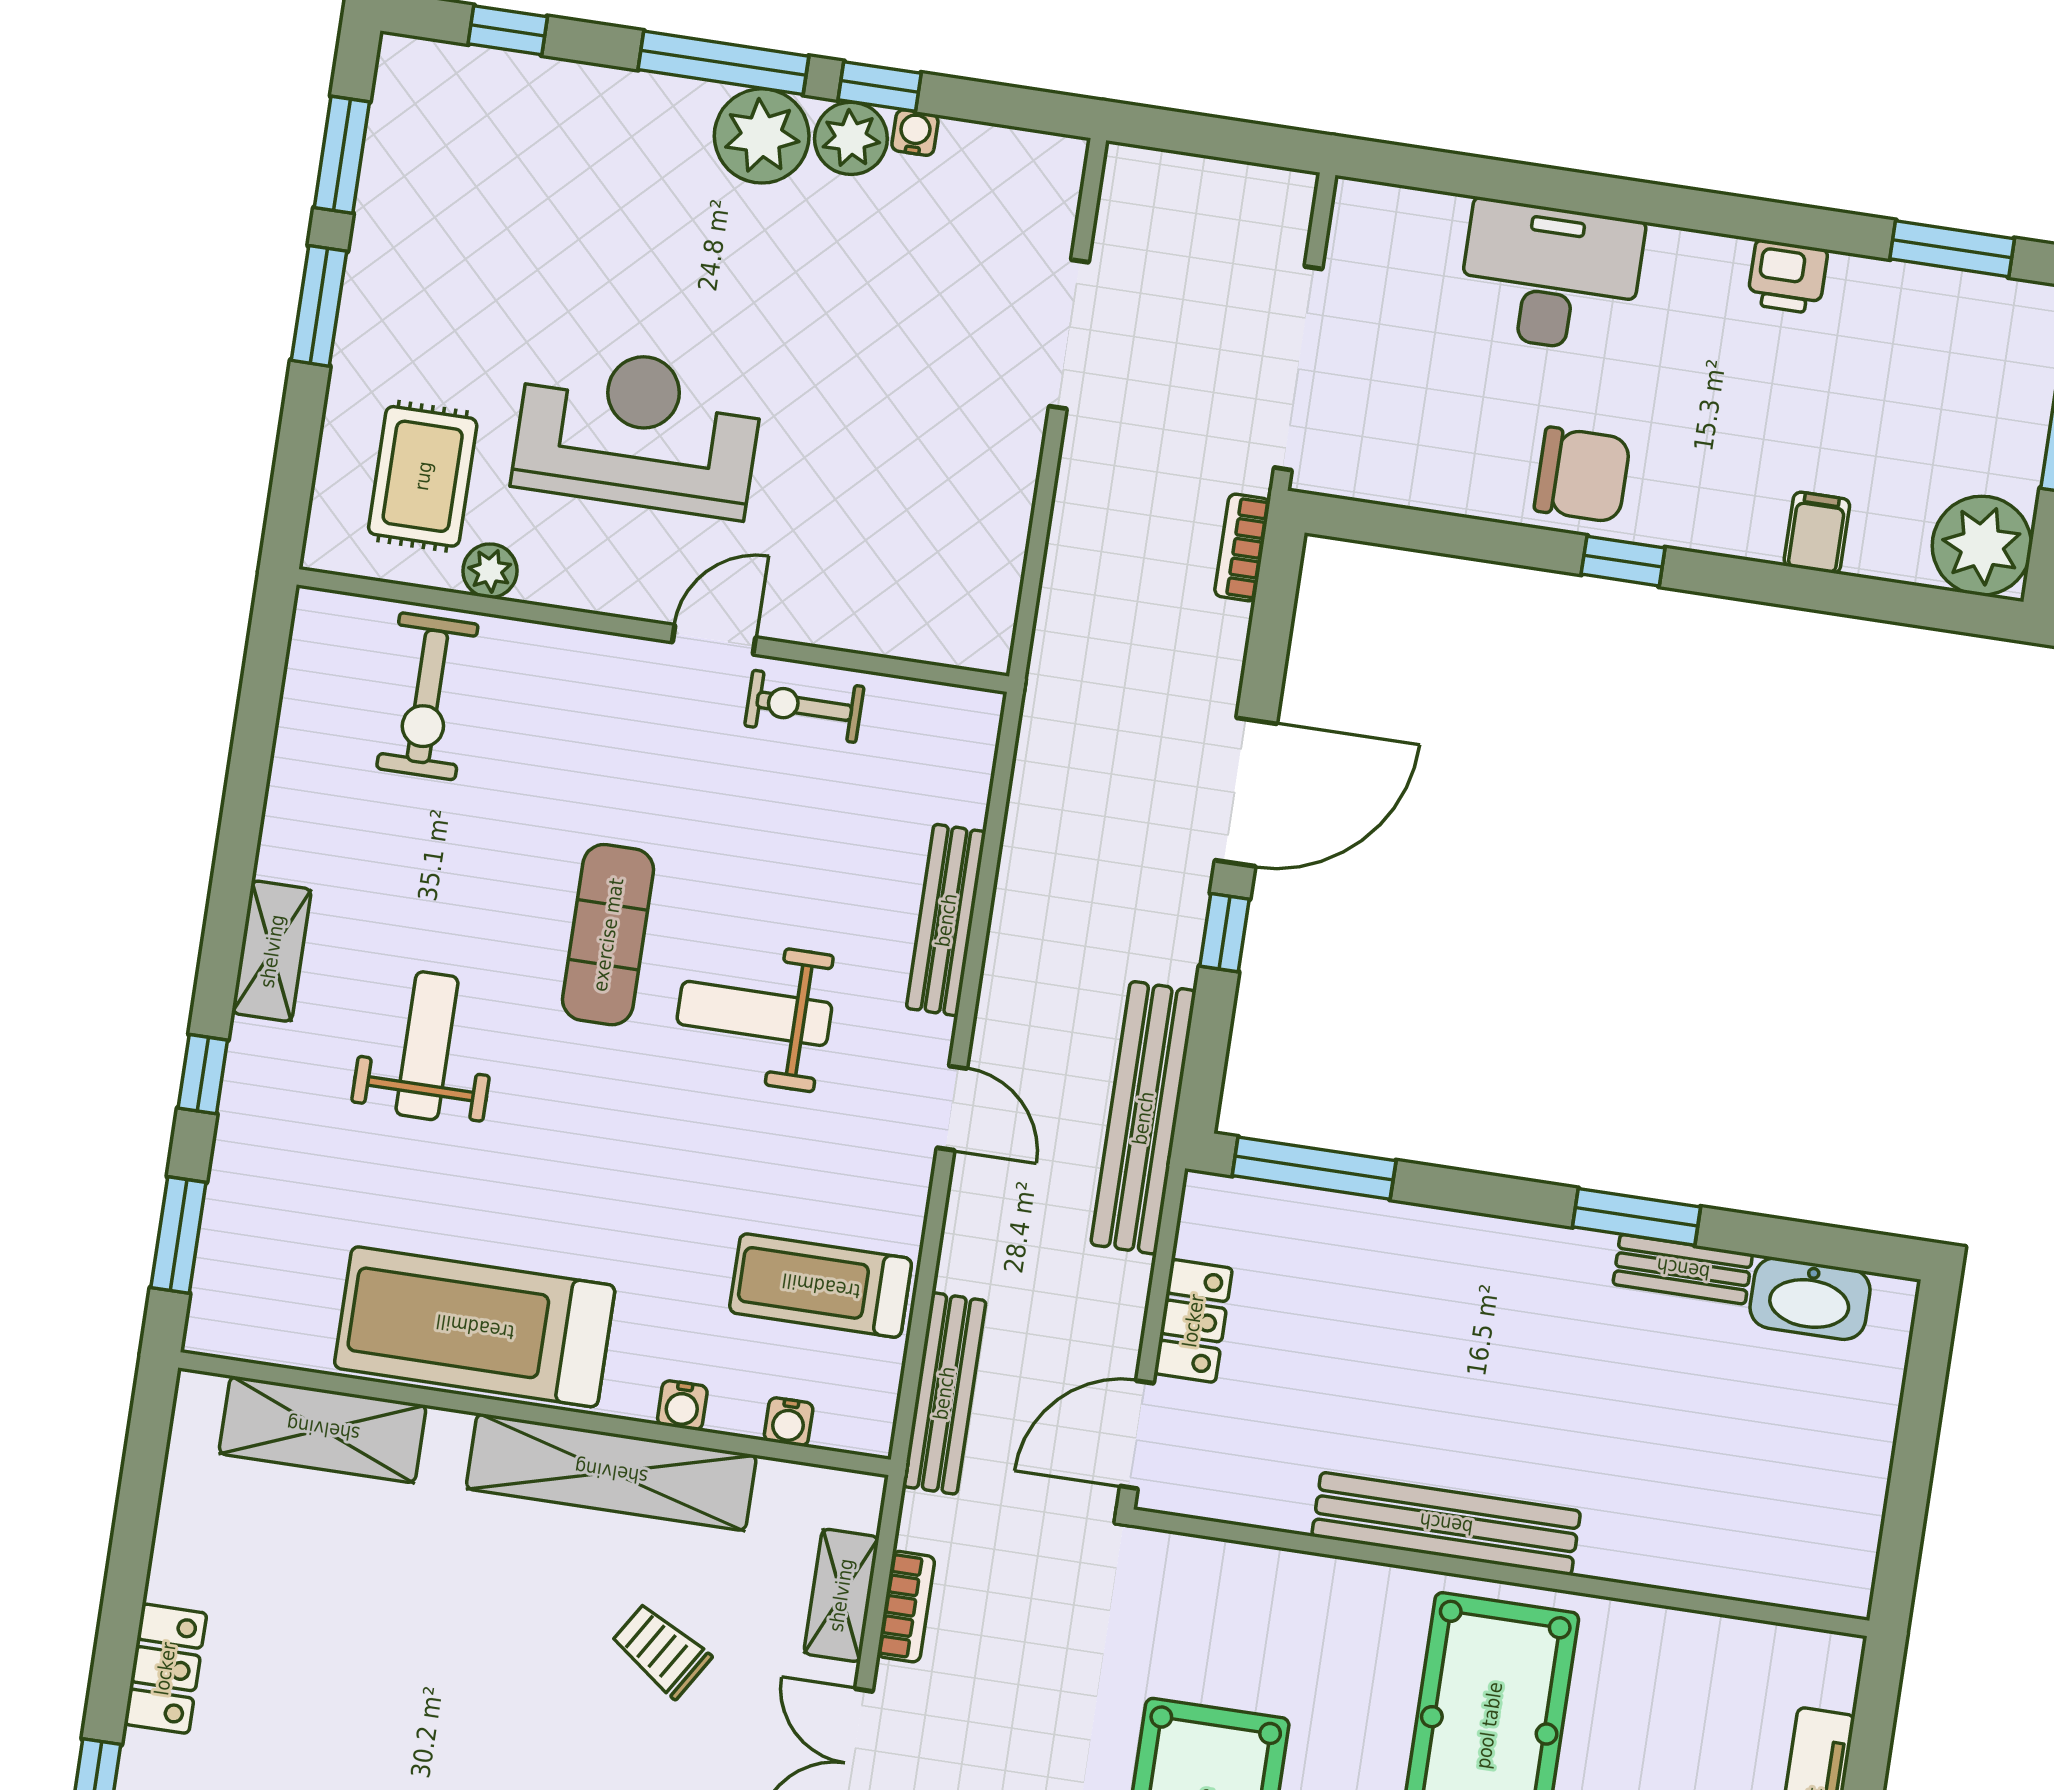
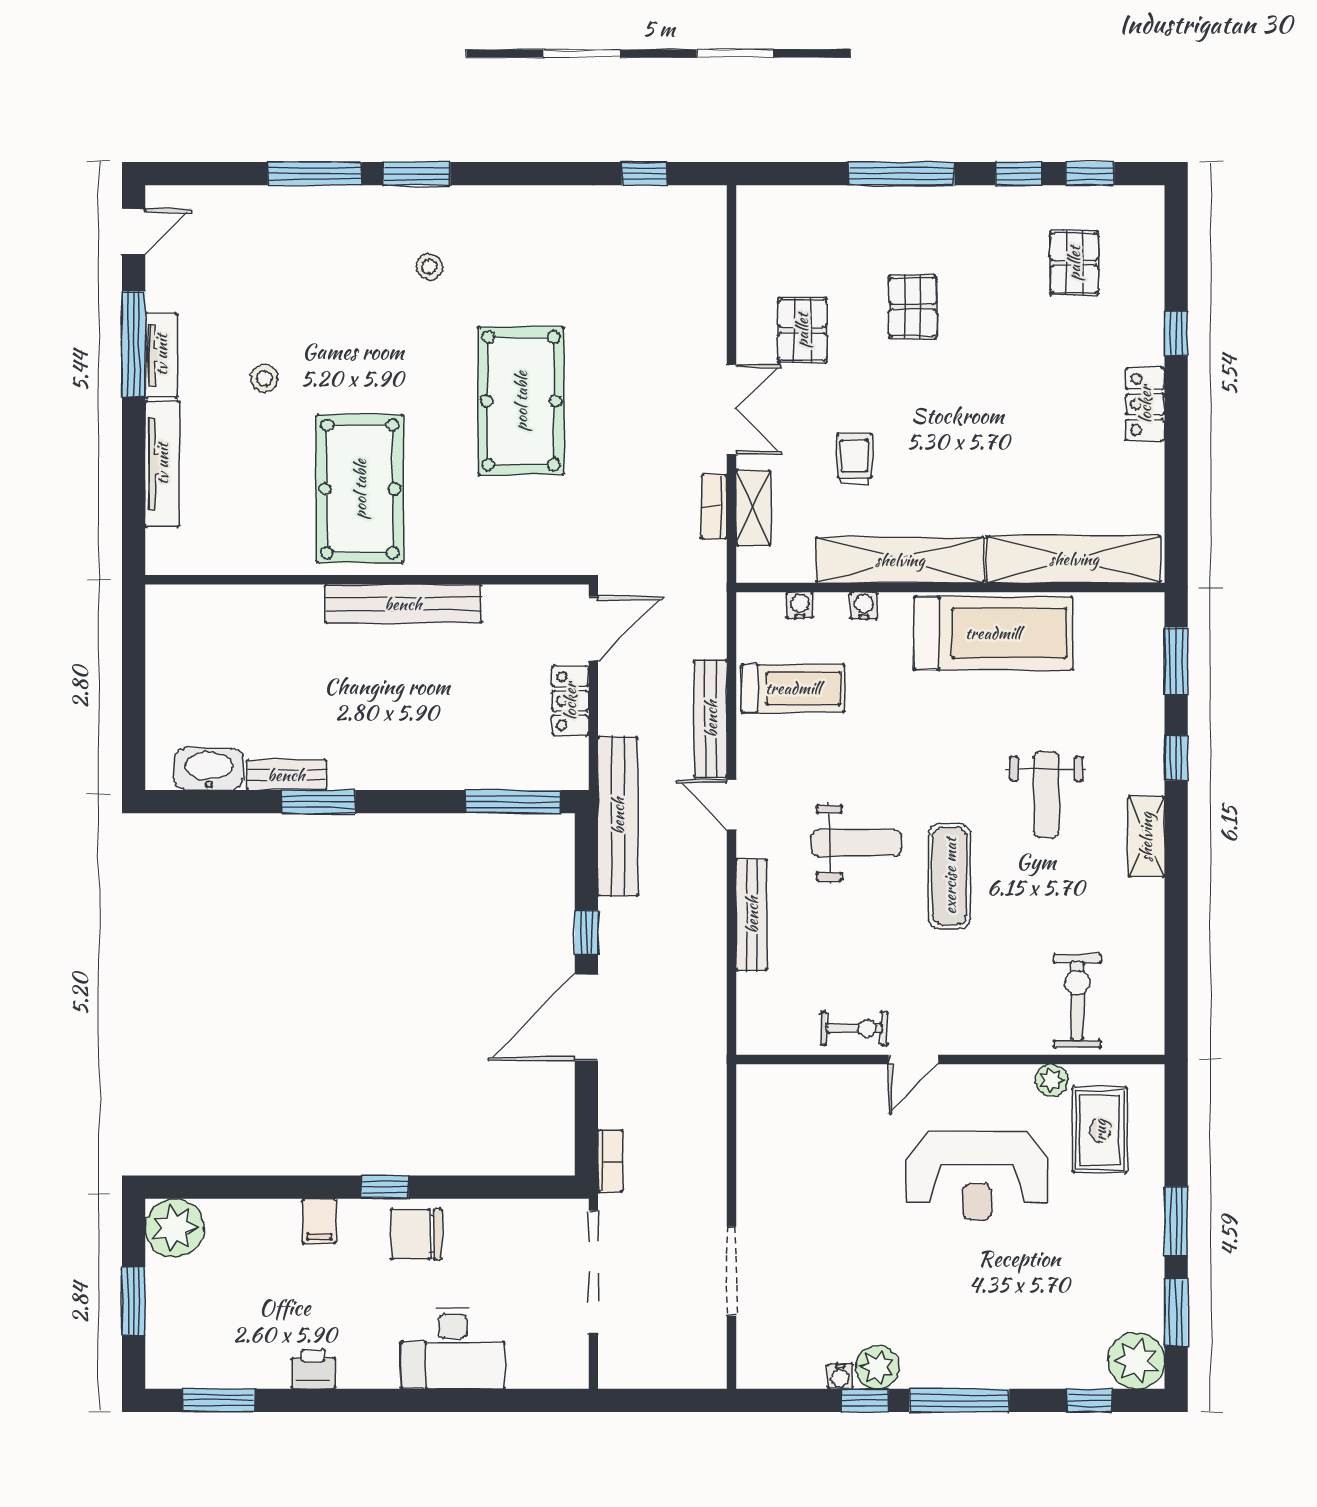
plant: (762, 136) -> (1136, 1361), moved
filing cabinet: (1817, 533) -> (319, 1221), moved
bench: (944, 1393) -> (711, 719), moved
shelving: (323, 1429) -> (1074, 559), width x1.47
trolley: (661, 1650) -> (855, 459), turned -122

